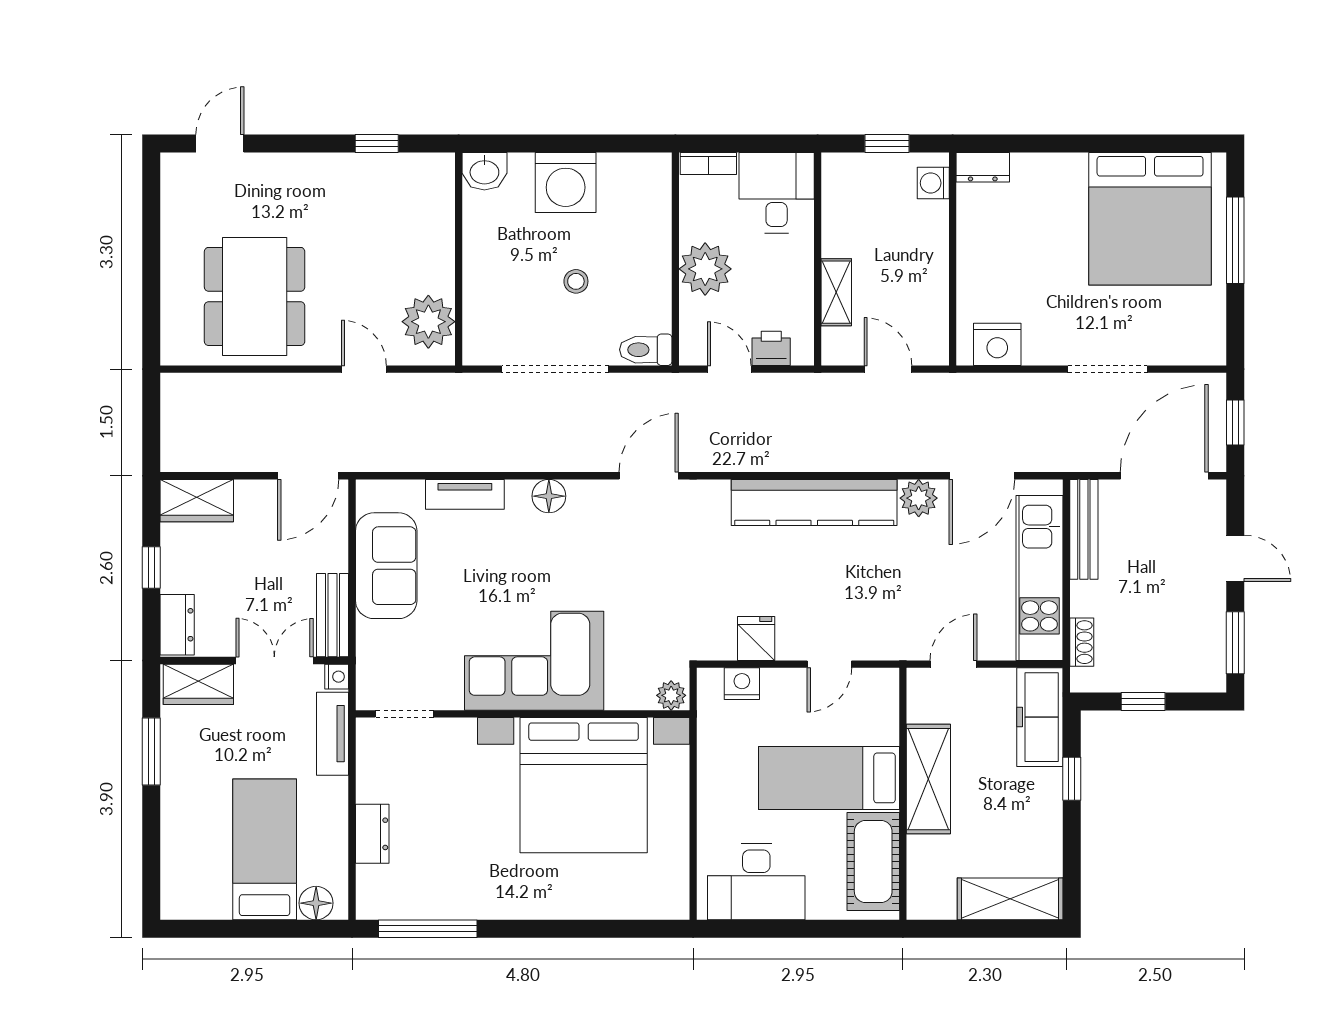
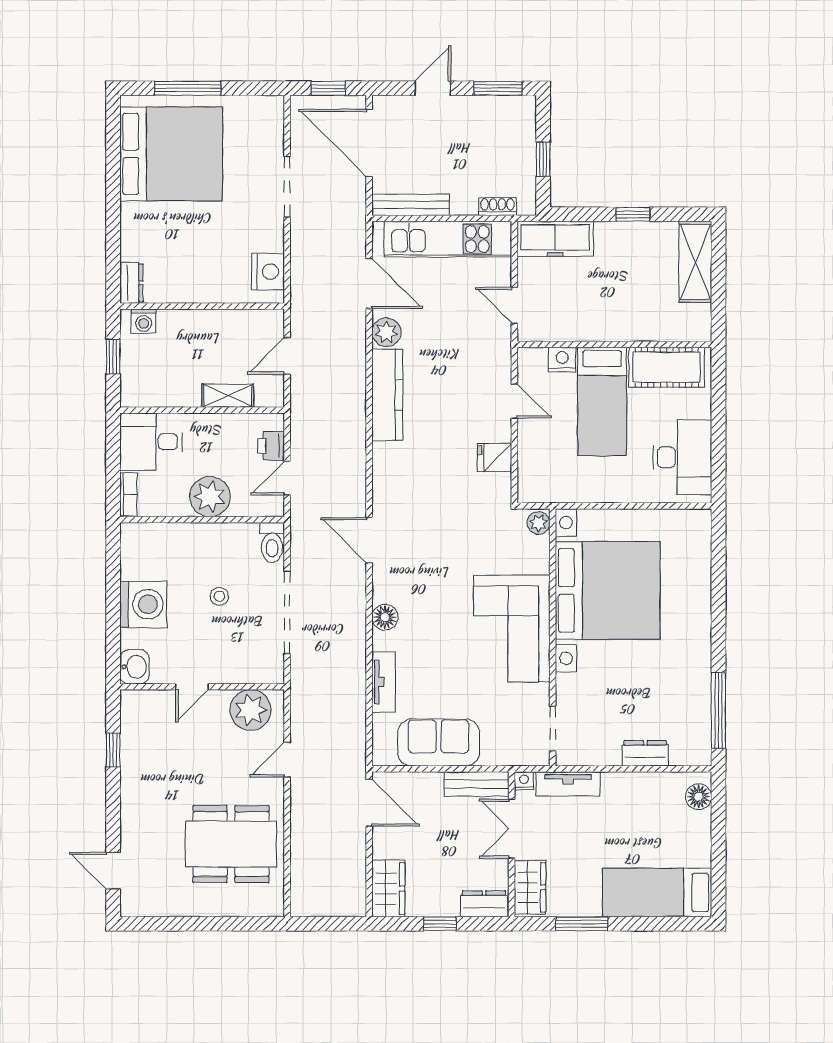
door: (459, 246) -> (192, 687), added
kitchen counter: (814, 502) -> (387, 395), width x0.72, depth x0.86
nightstand: (742, 684) -> (562, 359), moved, turned 90
shelving: (928, 779) -> (603, 325), removed
window: (1072, 779) -> (633, 214), moved
bed: (265, 849) -> (657, 892), moved

